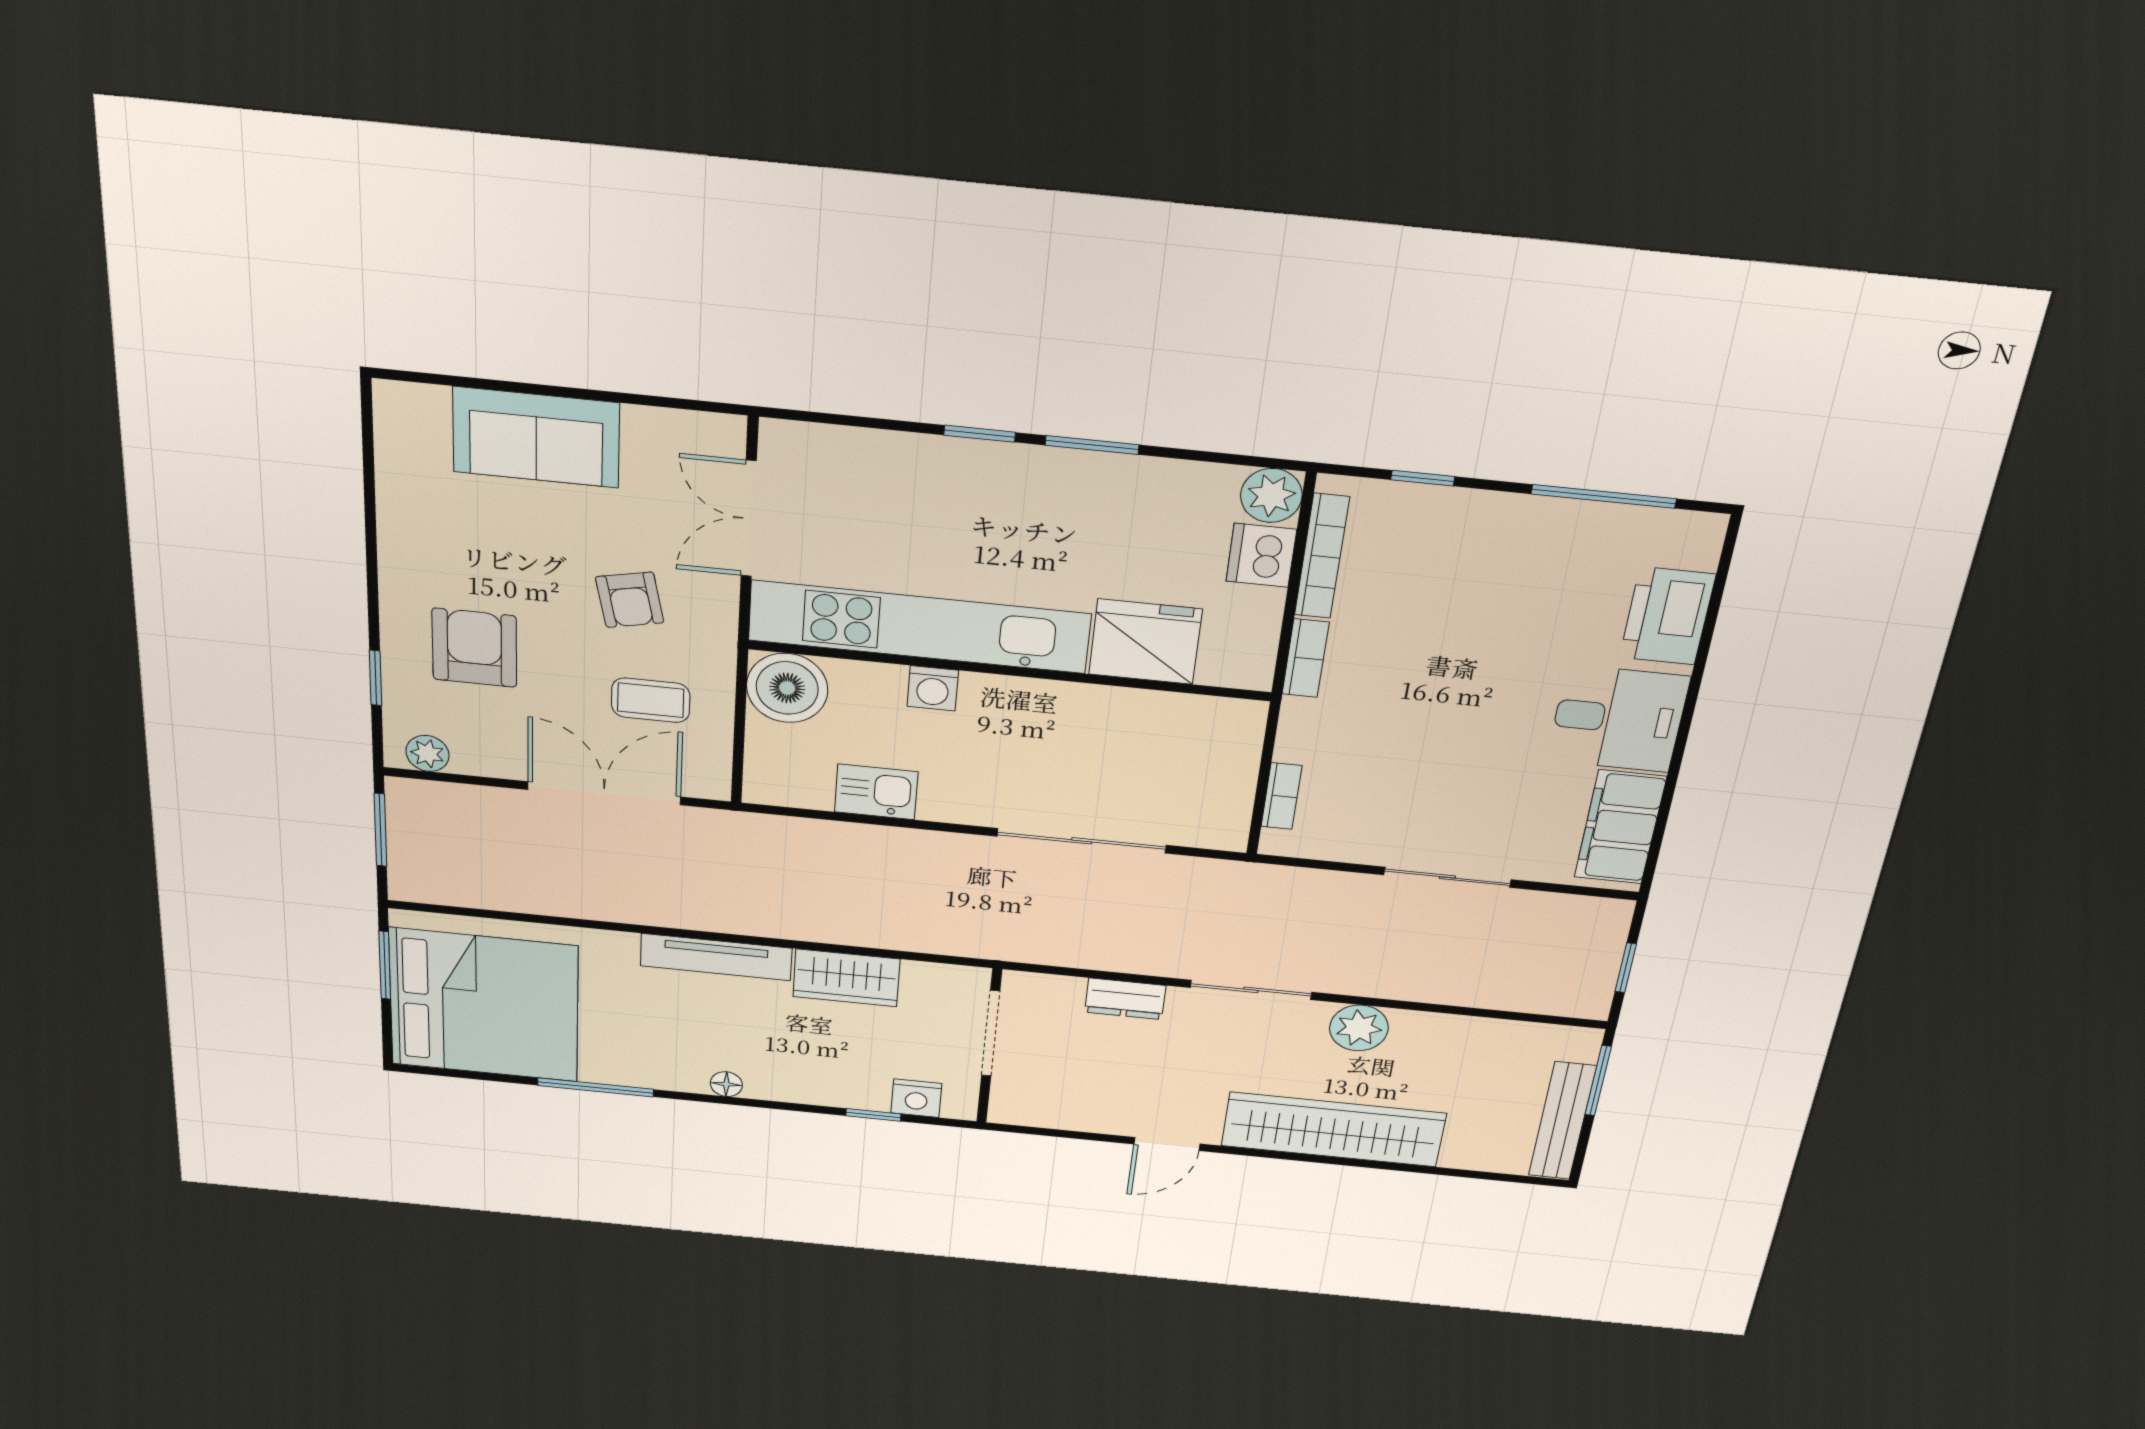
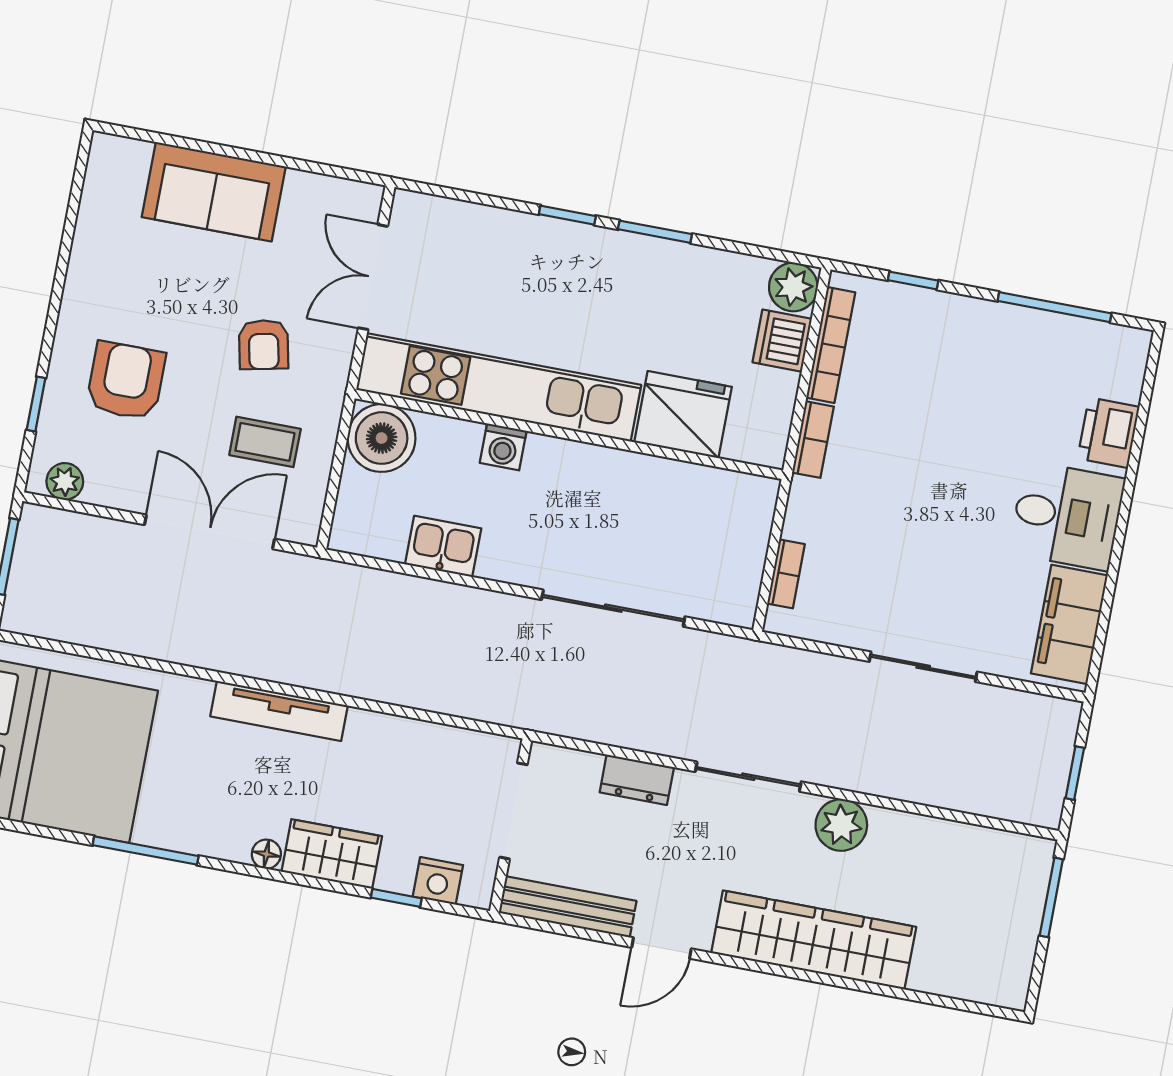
printer: (1667, 616) -> (1108, 433), width x0.73, depth x0.84
wardrobe: (846, 978) -> (332, 854), moved, turned 180
bench: (1562, 1121) -> (568, 907), moved, turned 90

